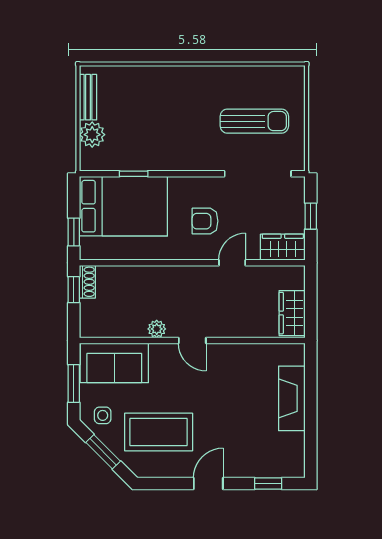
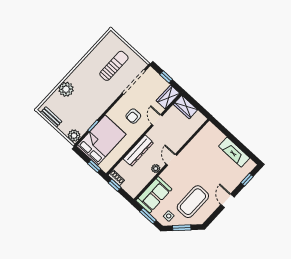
plant: (151, 81) -> (66, 89), added
plant: (92, 135) -> (74, 136), moved
dresser: (160, 277) -> (138, 151), added
wardrobe: (292, 313) -> (186, 107), moved
door: (192, 341) -> (171, 160), swing flipped
fireplace: (292, 398) -> (234, 152), moved

